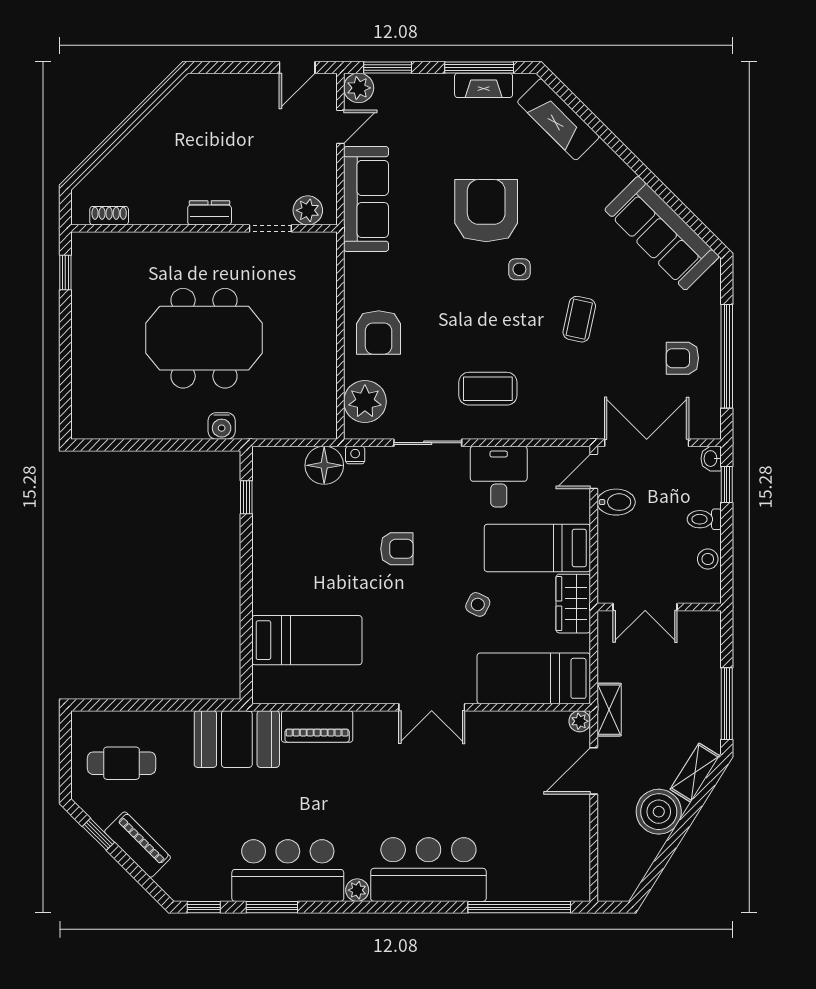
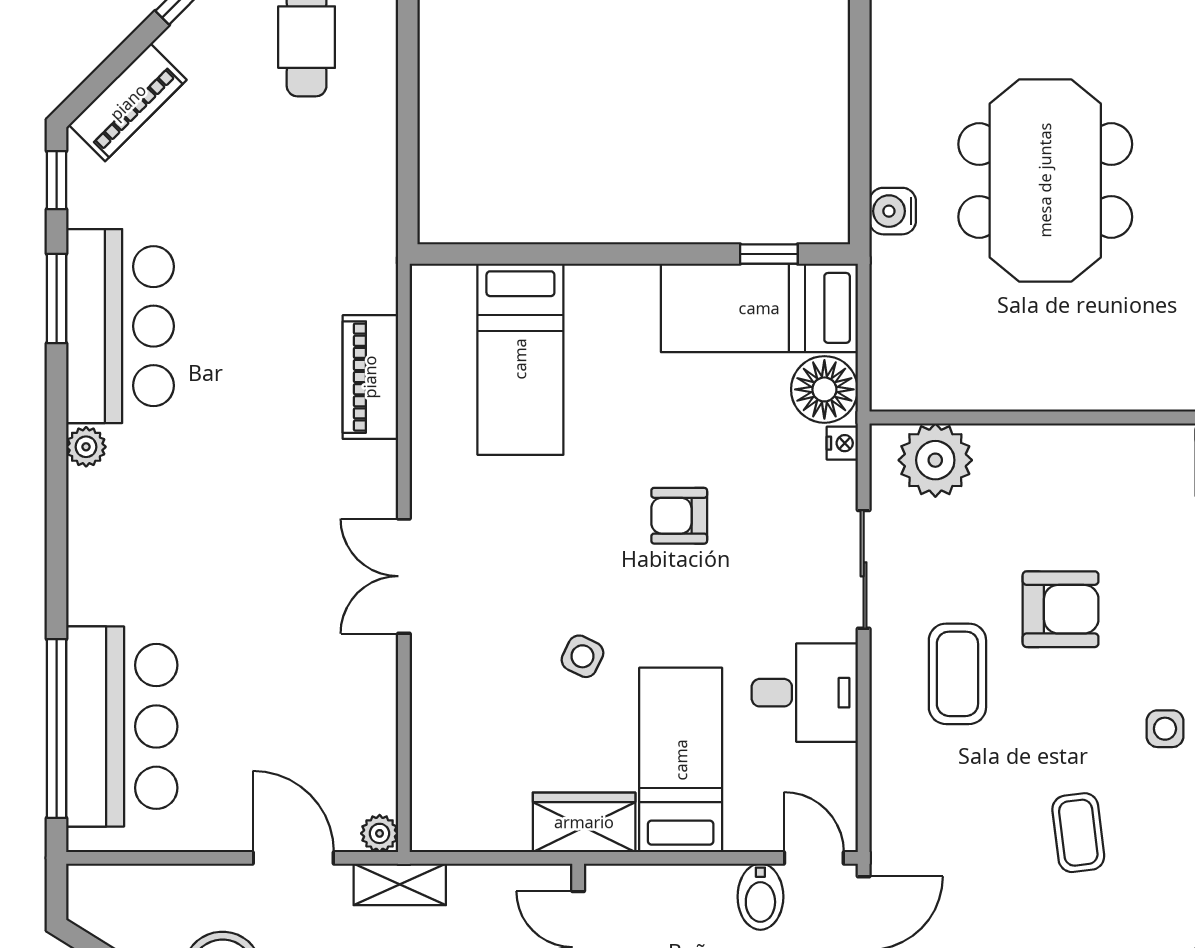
coffee table: (579, 319) -> (1078, 833), turned 71
armchair: (379, 332) -> (1061, 609), moved, turned 180
armchair: (397, 549) -> (679, 516), turned 90
bed: (534, 678) -> (759, 308), moved, turned -90
booth: (237, 739) -> (349, 237), removed
piano: (138, 845) -> (128, 102), moved
bar counter: (428, 870) -> (122, 726), moved

